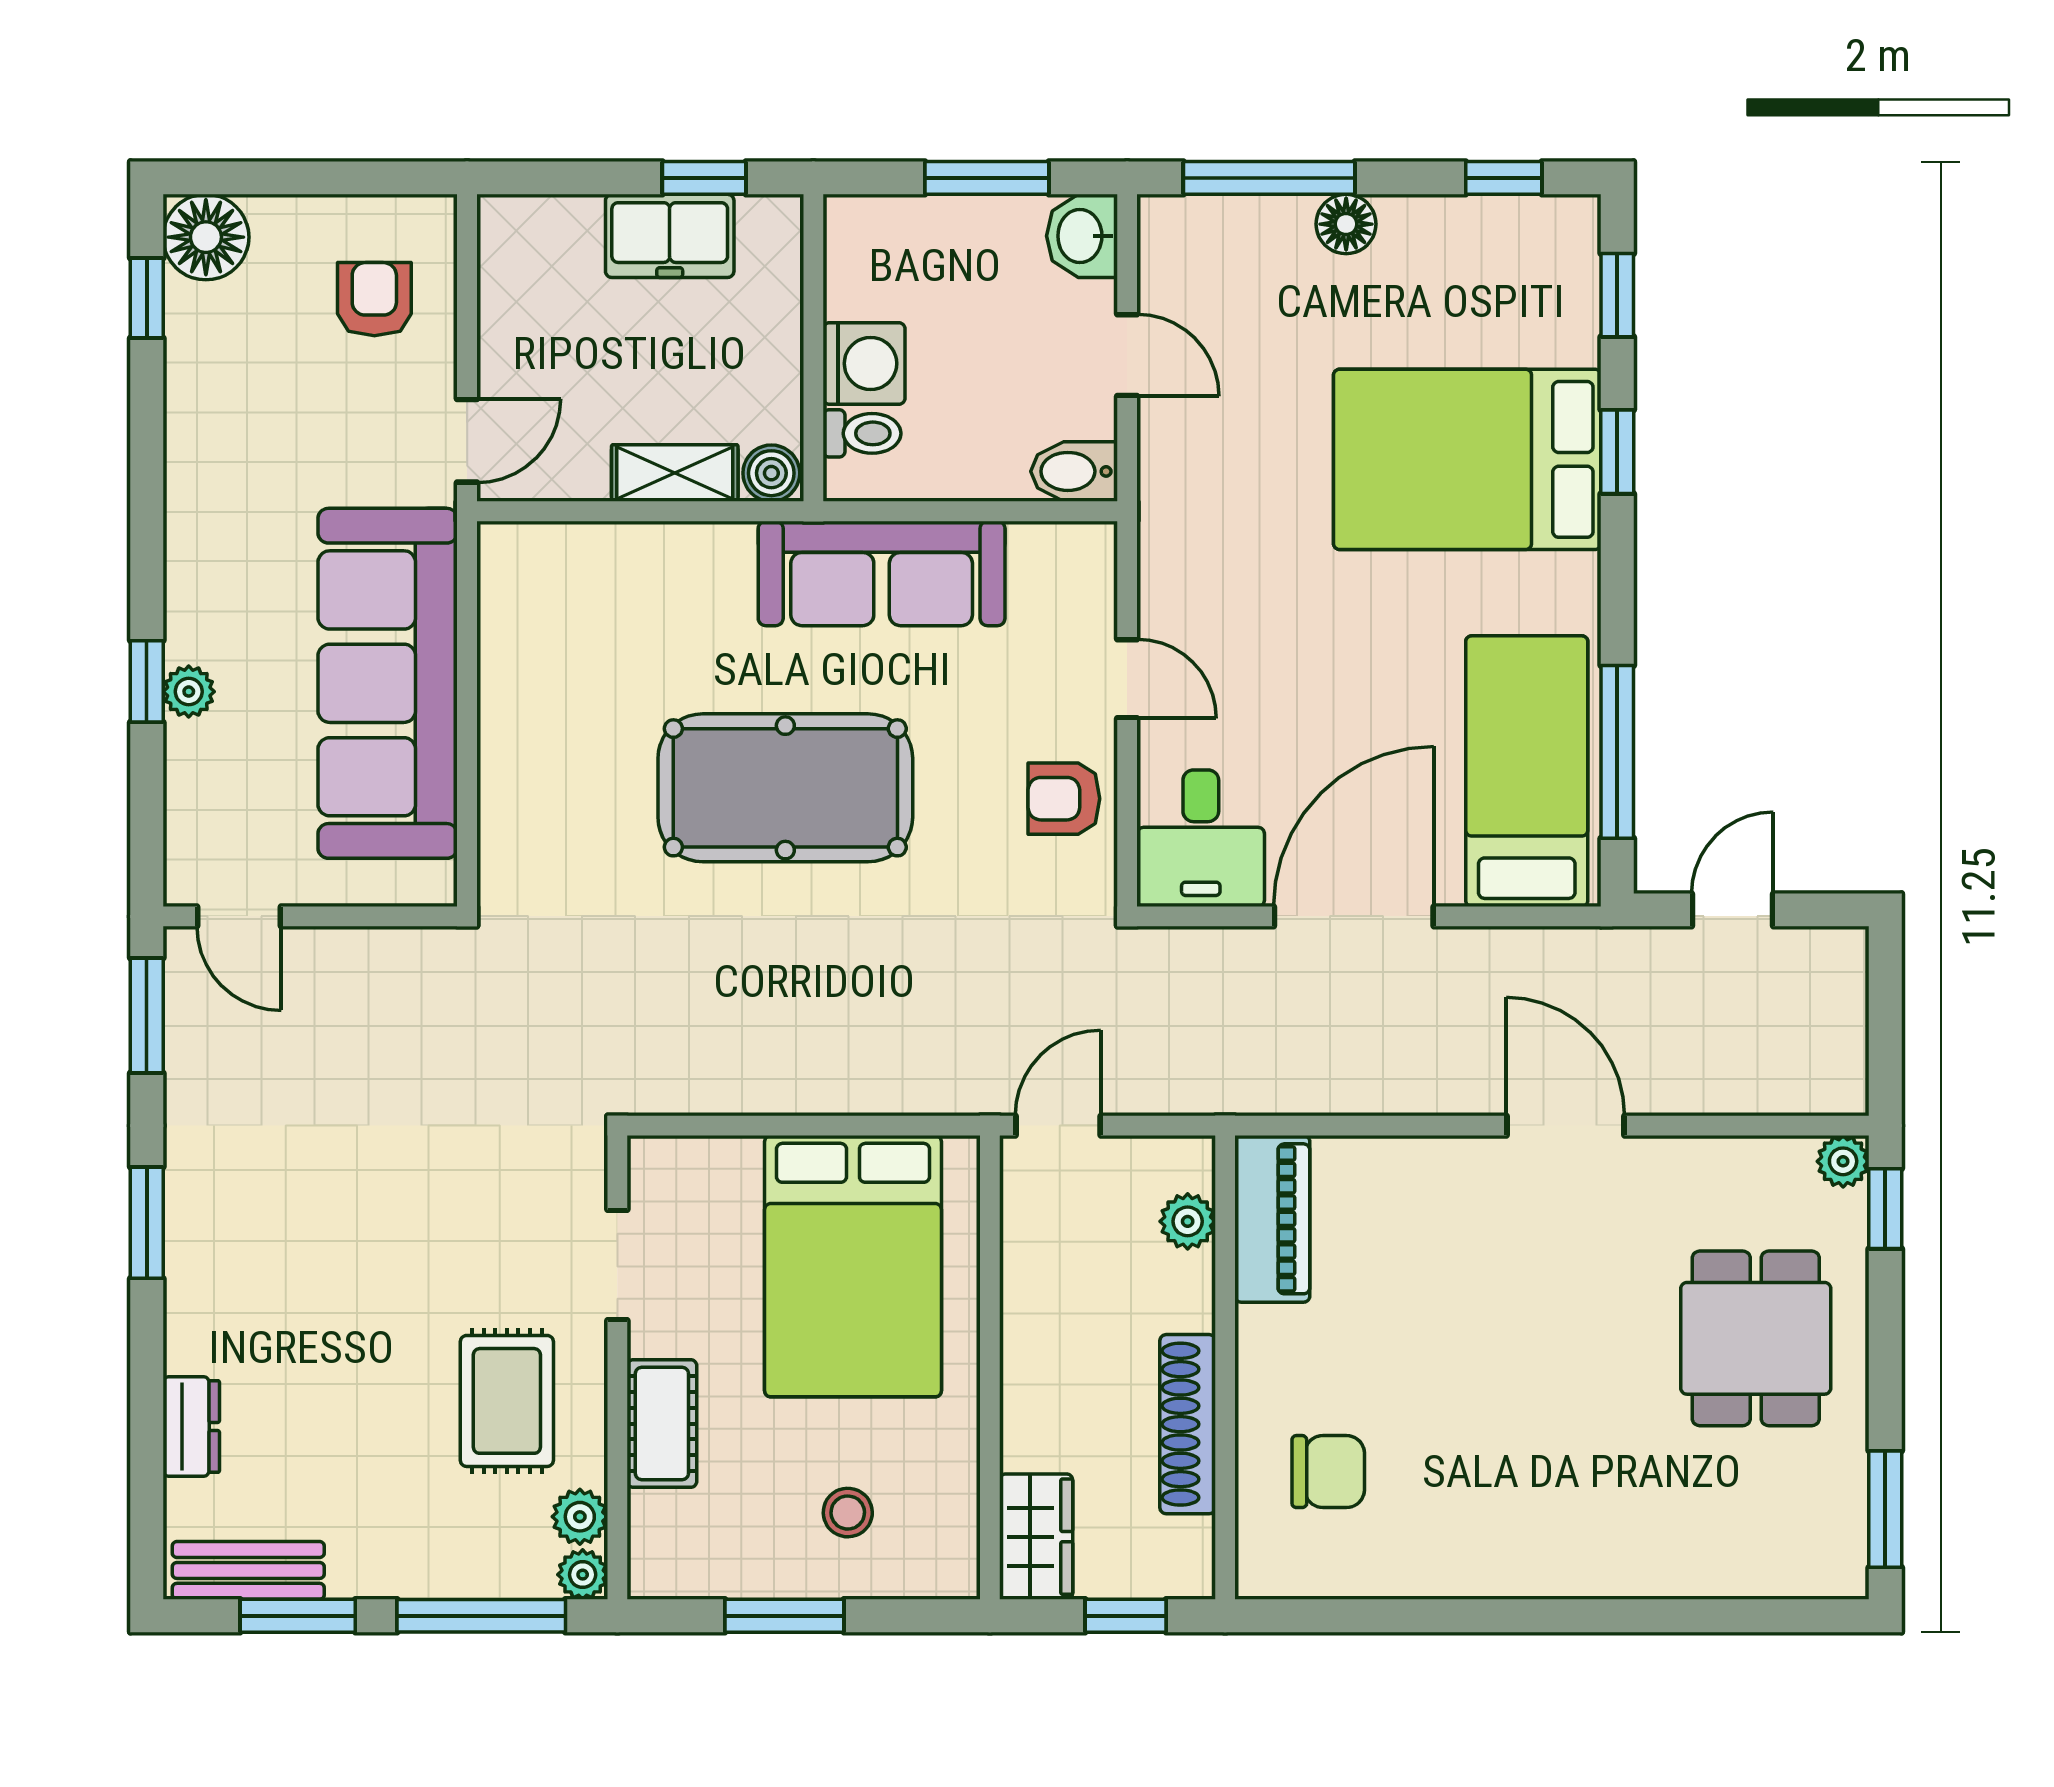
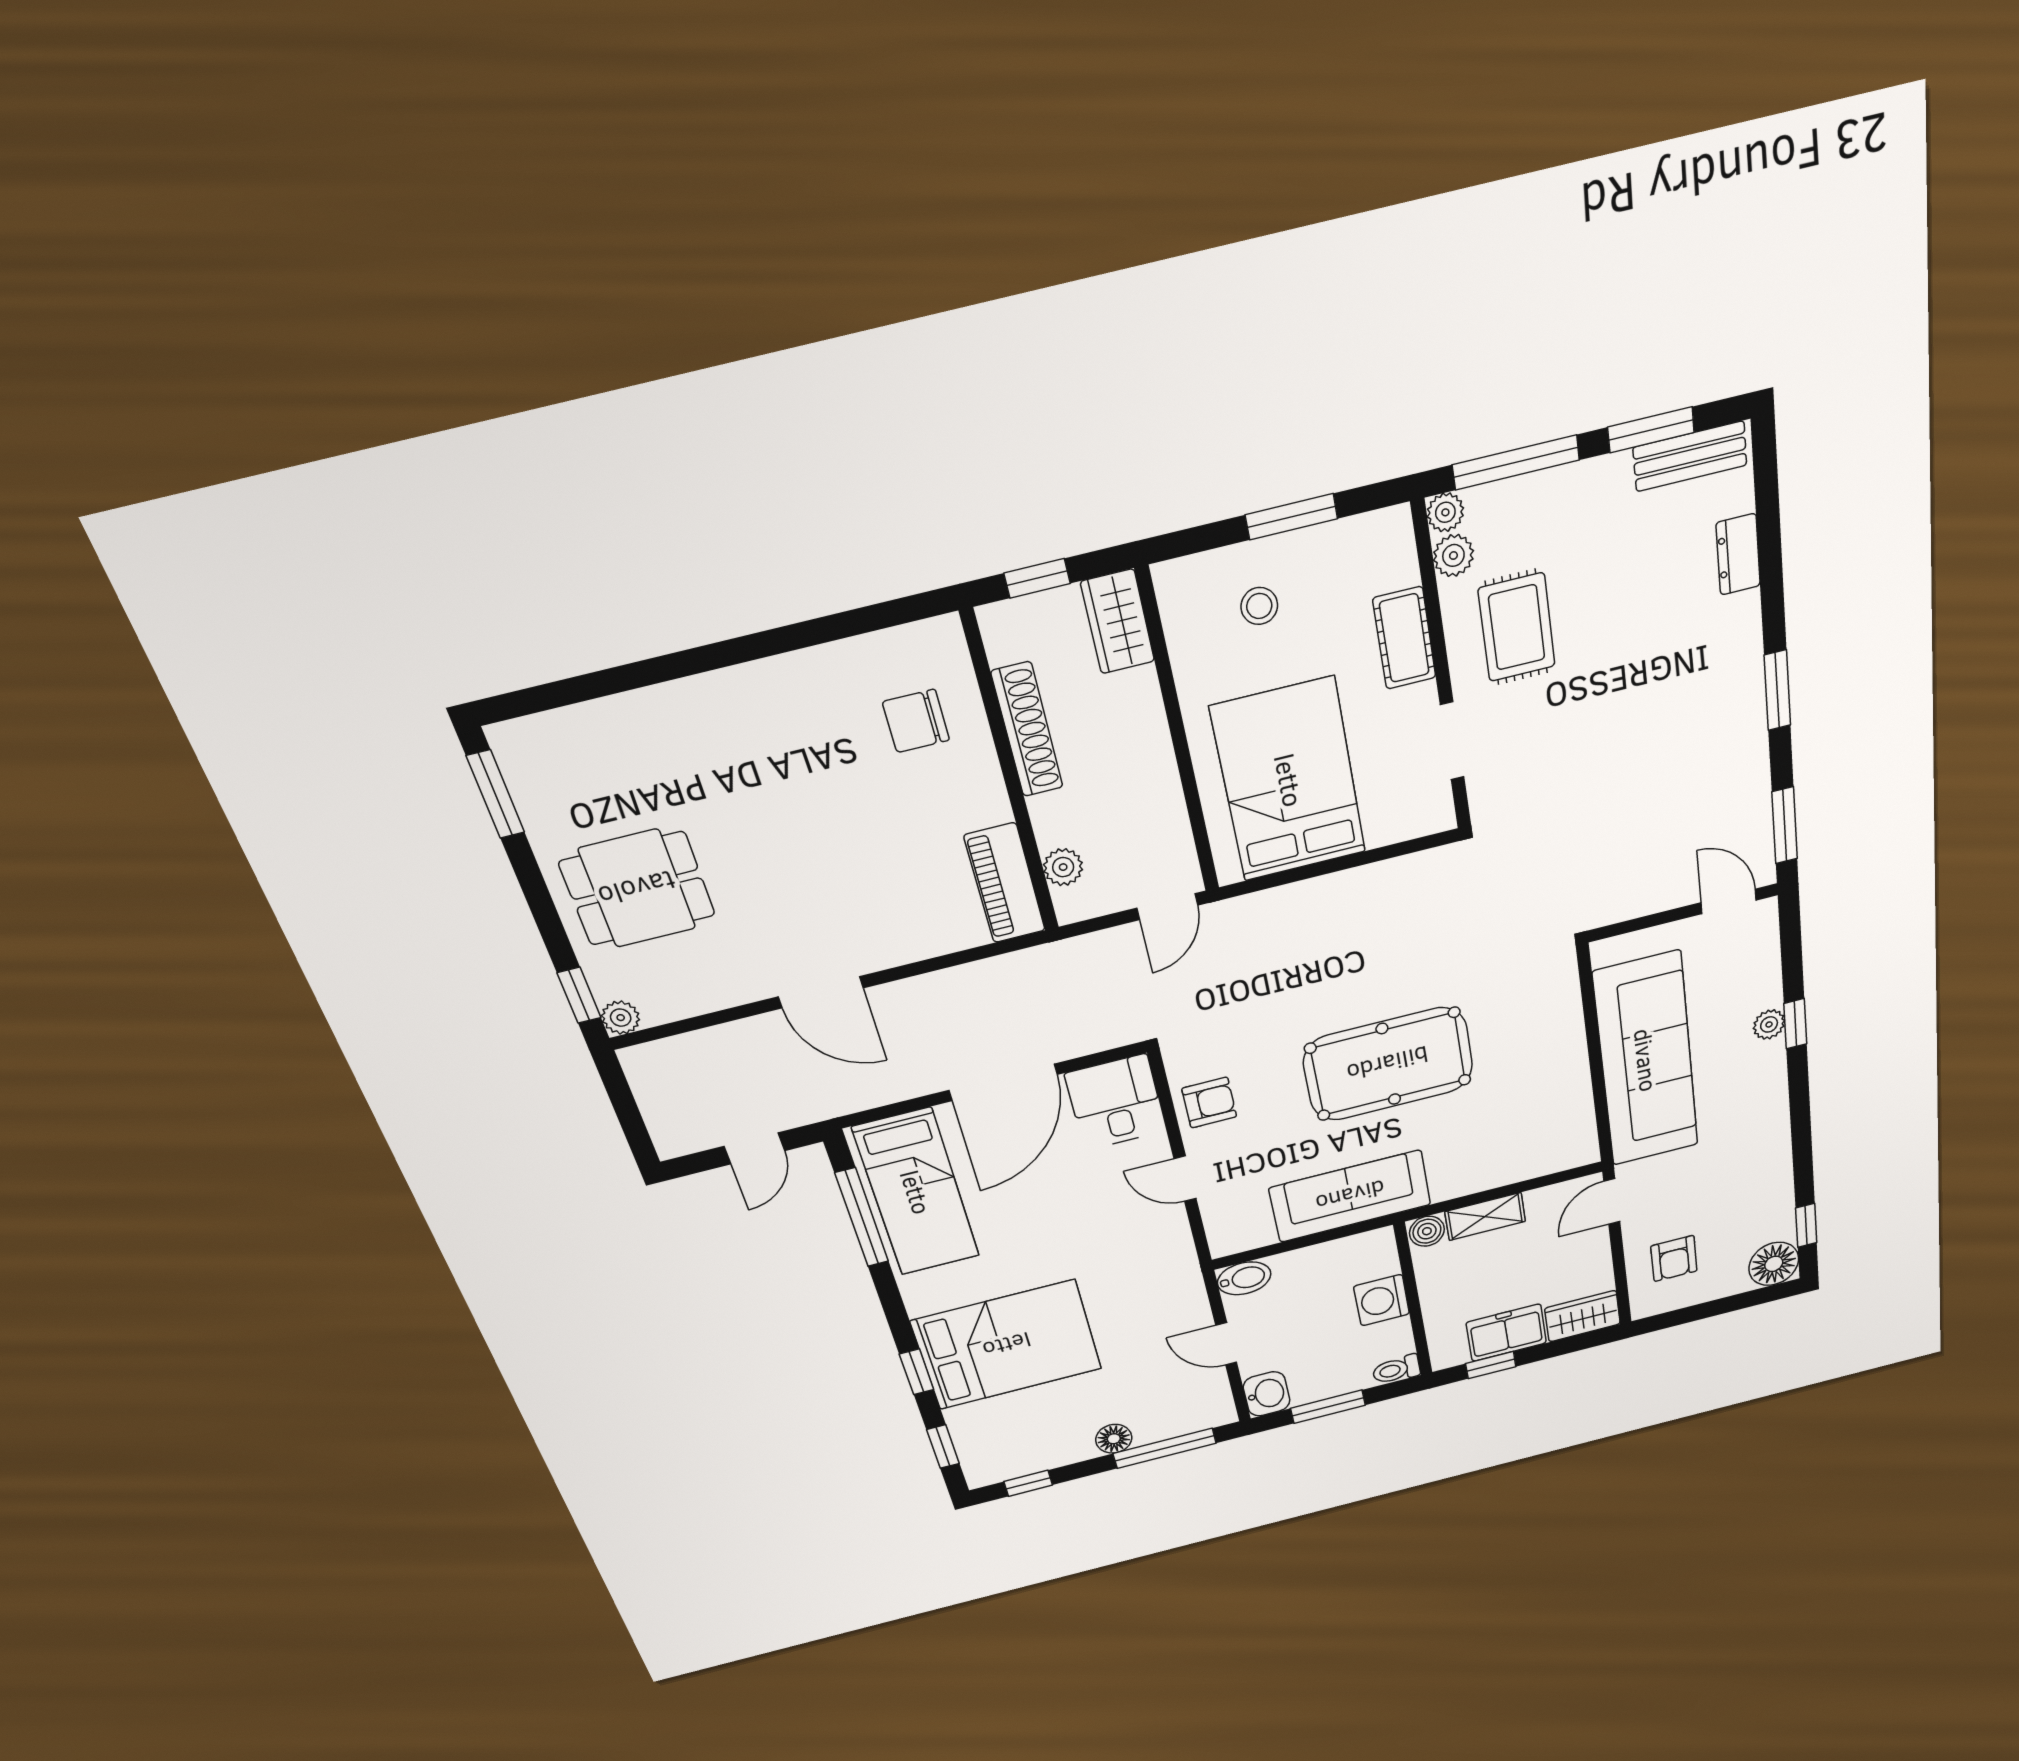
wardrobe: (539, 230) -> (1582, 1316), added
toilet: (862, 433) -> (1396, 1370), moved
dining table: (1756, 1338) -> (637, 889), turned 90

